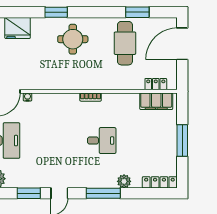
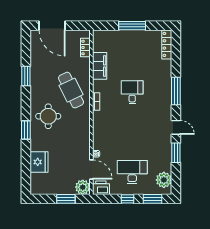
window: (137, 12) -> (26, 76), moved
cafe table: (125, 43) -> (71, 90), moved, turned 64
filing cabinet: (156, 101) -> (100, 66), moved
plant: (124, 181) -> (166, 74), removed

